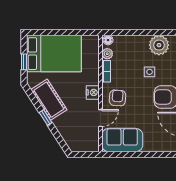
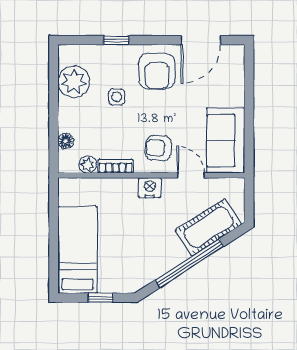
floor lamp: (108, 40) -> (66, 141), moved
bed: (54, 54) -> (78, 250), width x0.67
cot: (49, 100) -> (208, 227), moved
window: (46, 117) -> (190, 263), width x3.17

